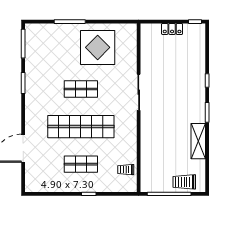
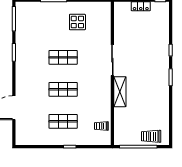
display table: (98, 47) -> (77, 22), width x0.54, depth x0.54
shop shelf: (81, 127) -> (63, 89), width x0.50, depth x0.74
shelving: (198, 141) -> (120, 92), moved

